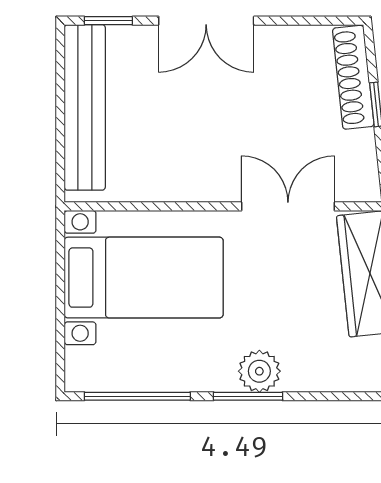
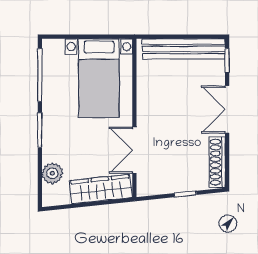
shoe rack: (353, 77) -> (217, 162), moved, turned -84
double door: (288, 206) -> (134, 150), swing flipped
plant: (259, 371) -> (52, 173), moved

